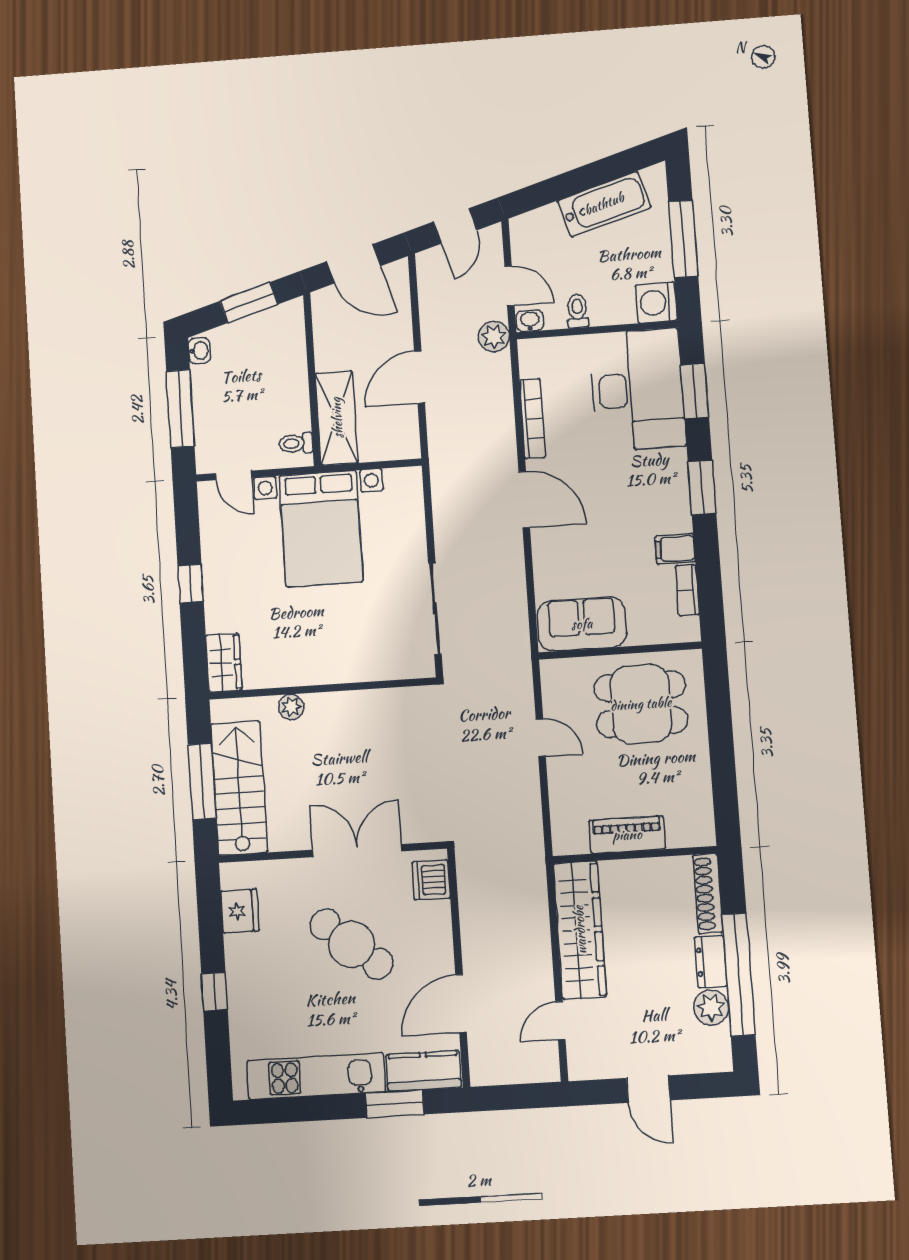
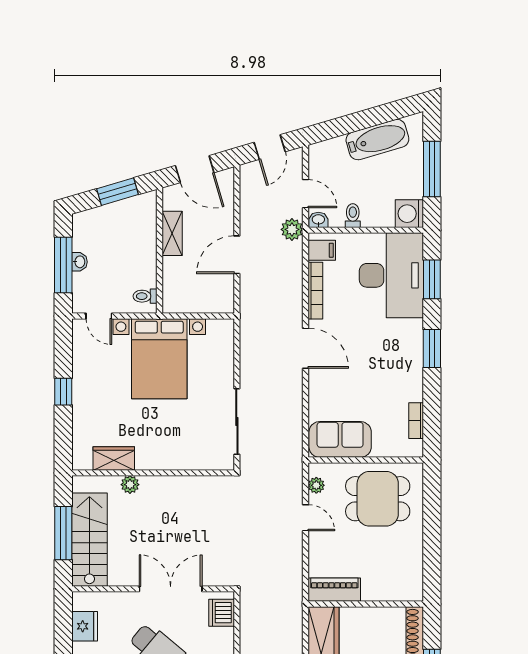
washbasin: (199, 351) -> (79, 262), moved
shelving: (337, 418) -> (172, 233), moved, width x0.67, depth x0.75
filing cabinet: (675, 549) -> (322, 250), moved, turned 180
wardrobe: (224, 663) -> (114, 458), moved, turned -90
plant: (553, 691) -> (316, 485), added
piano: (627, 835) -> (334, 590), moved

